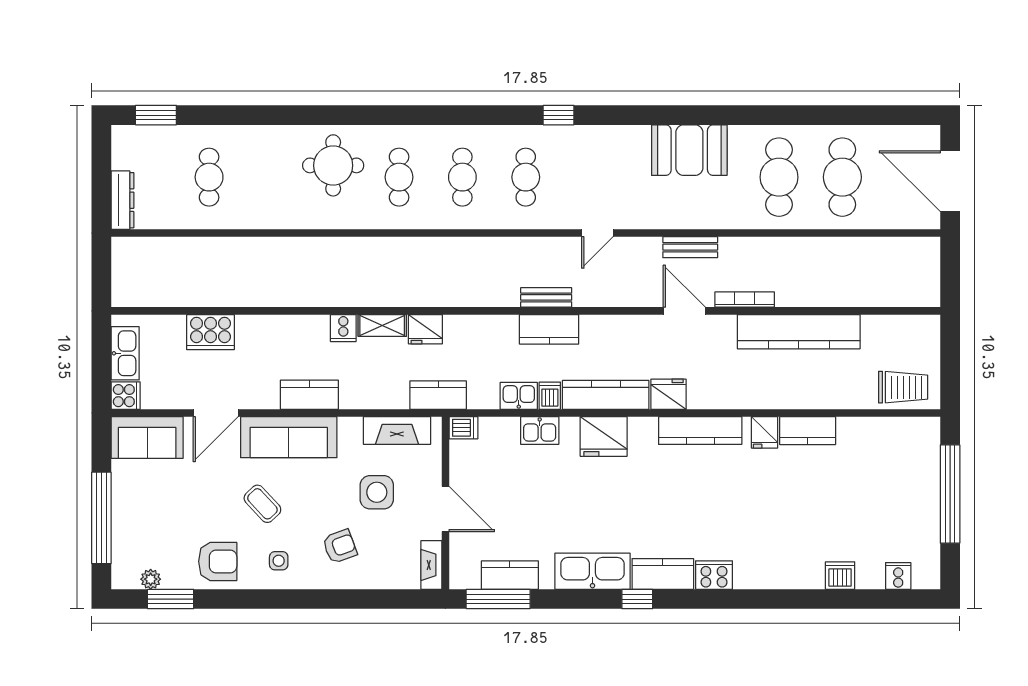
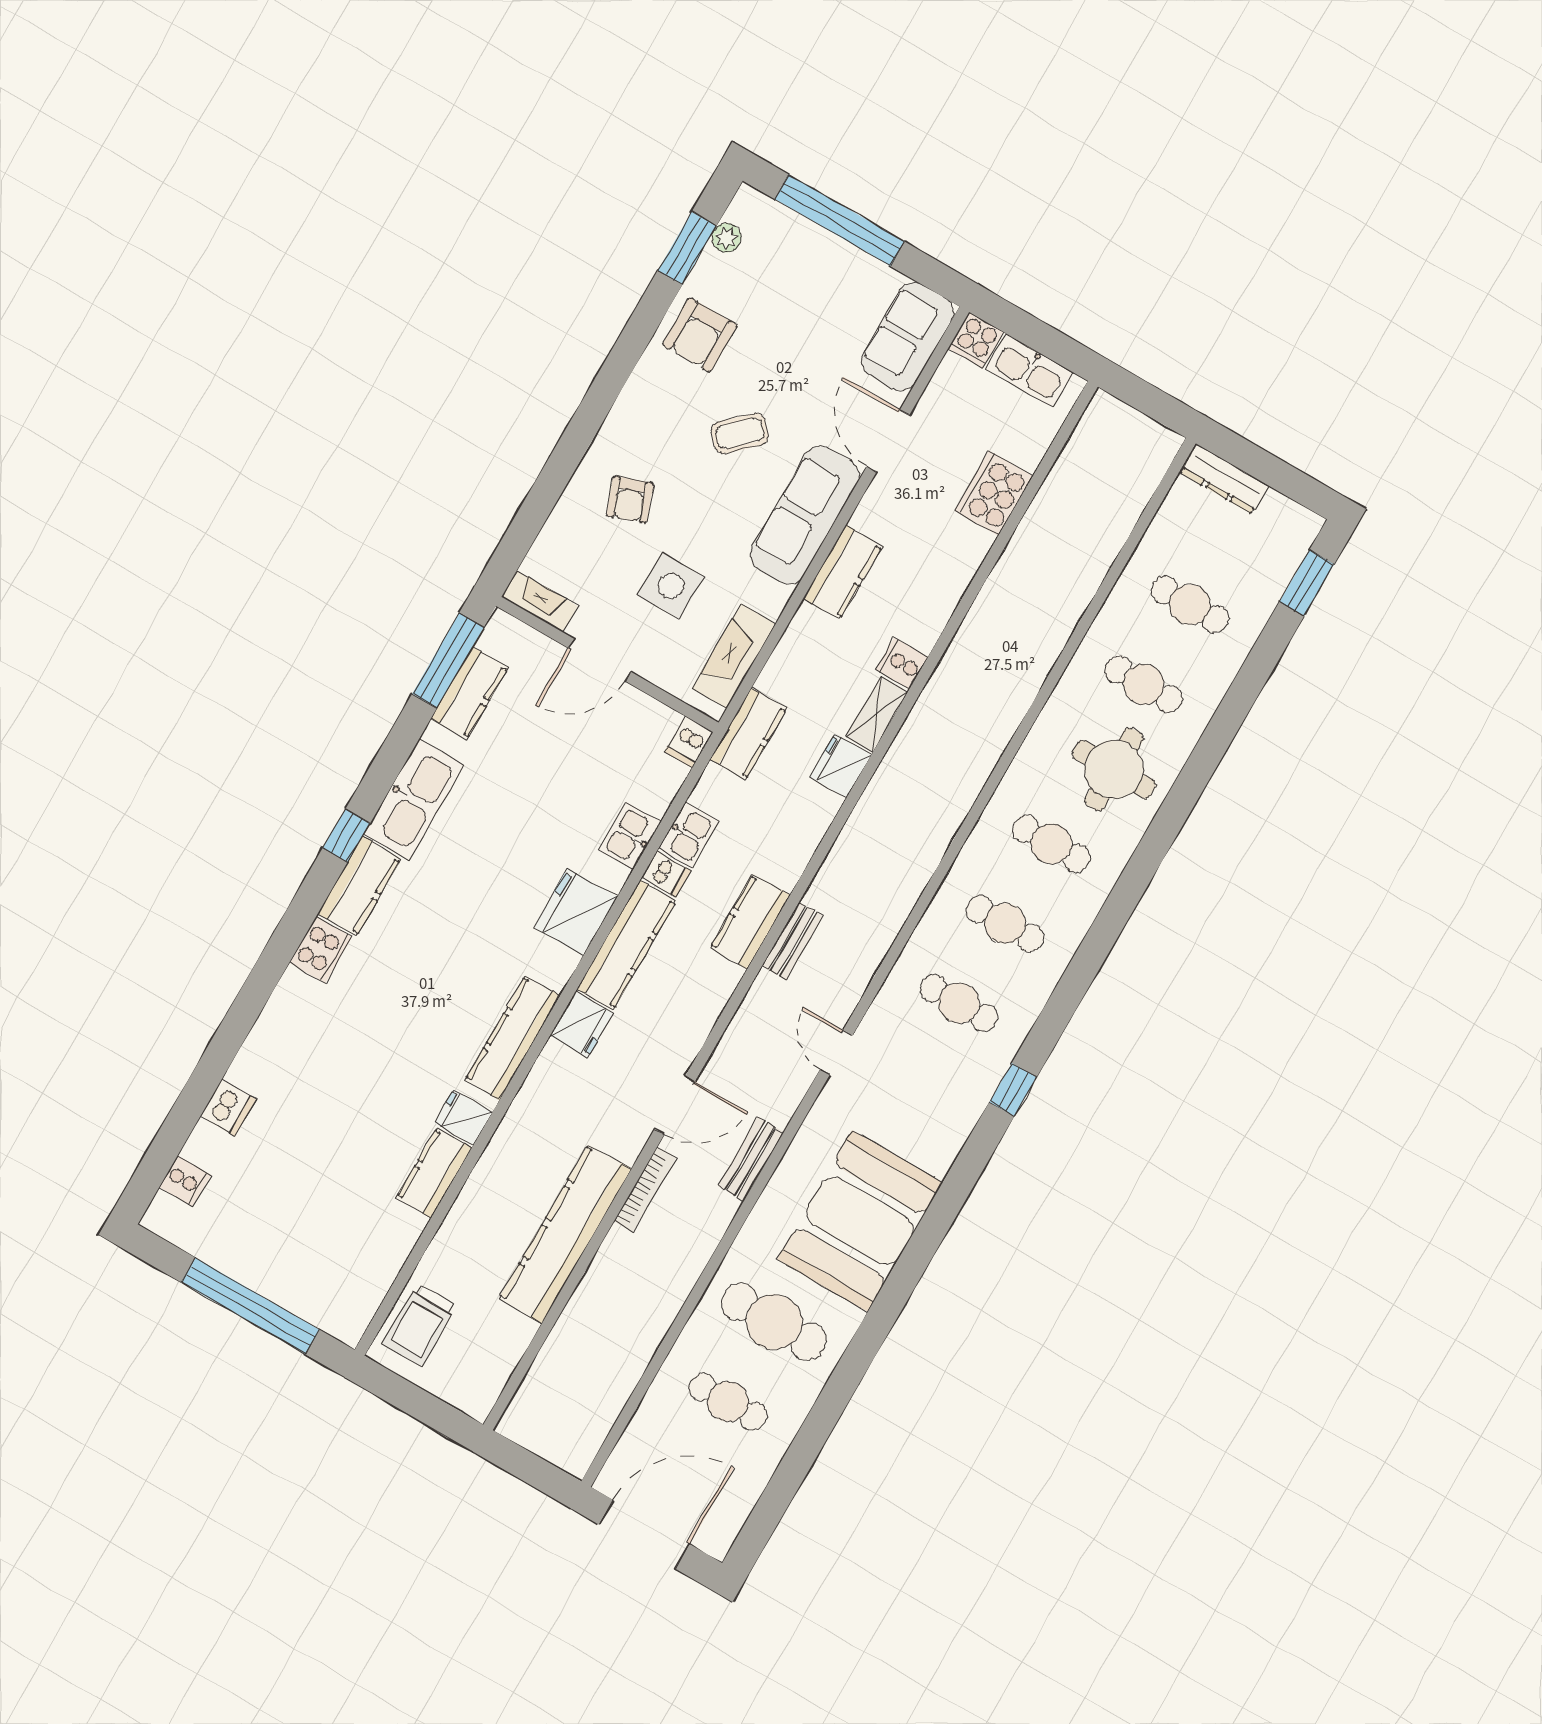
booth: (689, 150) -> (860, 1221), width x1.36, depth x1.42
cafe table: (272, 177) -> (1144, 684), added
cafe table: (842, 177) -> (728, 1402), width x0.73, depth x0.74
side table: (279, 561) -> (656, 412), removed

